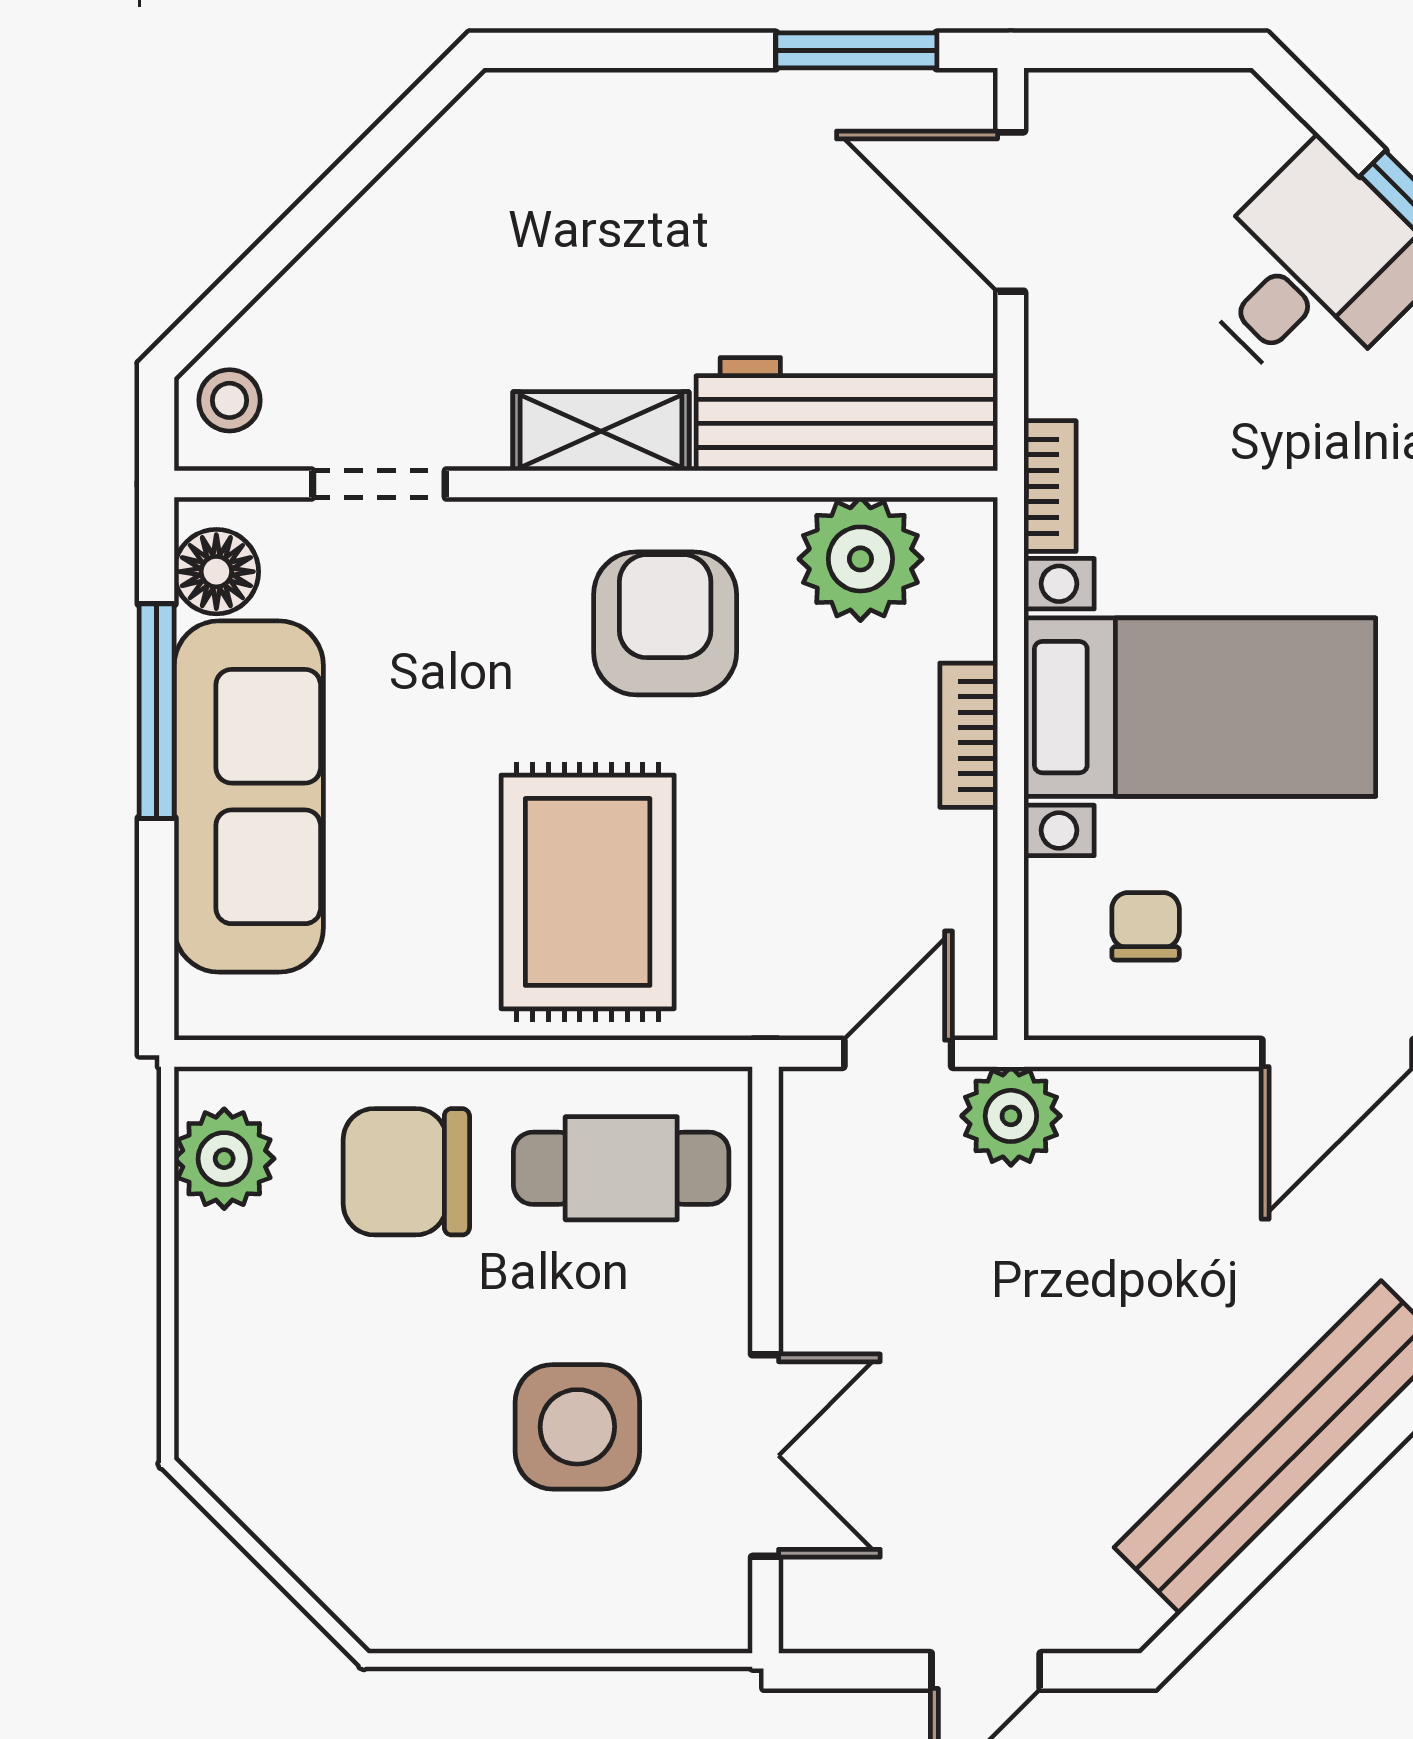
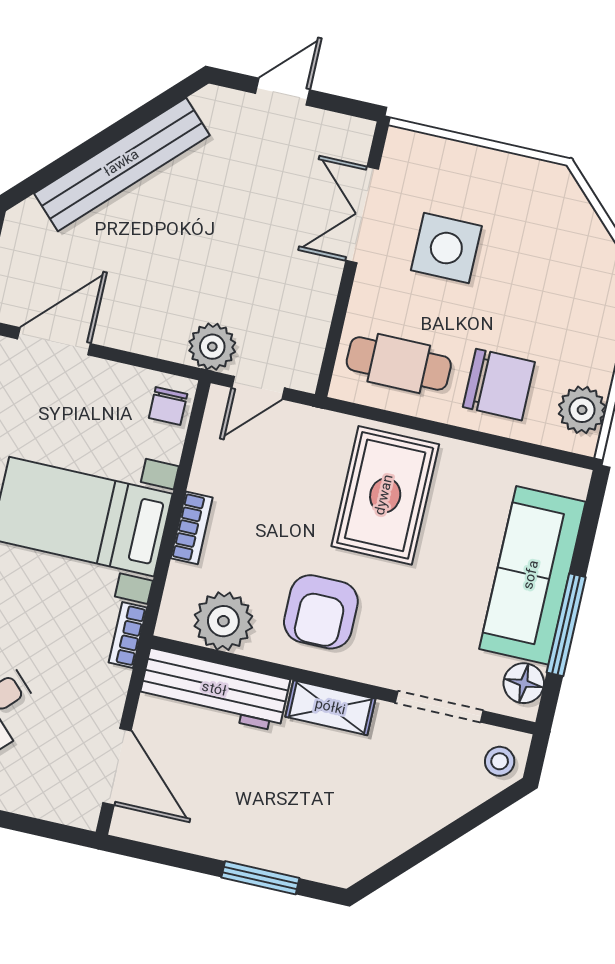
window: (856, 50) -> (260, 878), moved
doorway: (379, 484) -> (439, 707), width x1.38
chair: (1146, 926) -> (168, 406), moved

